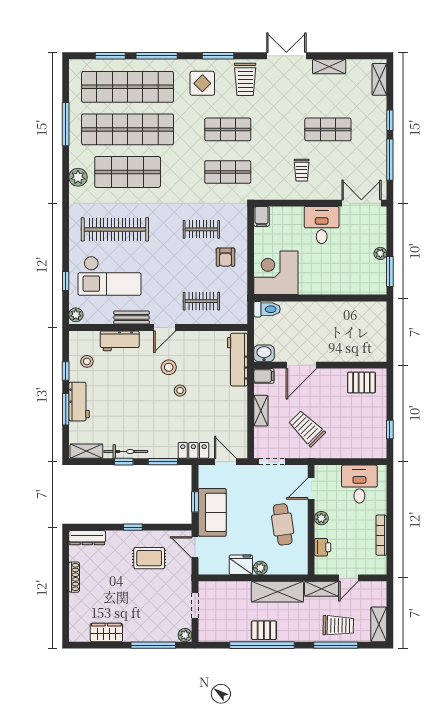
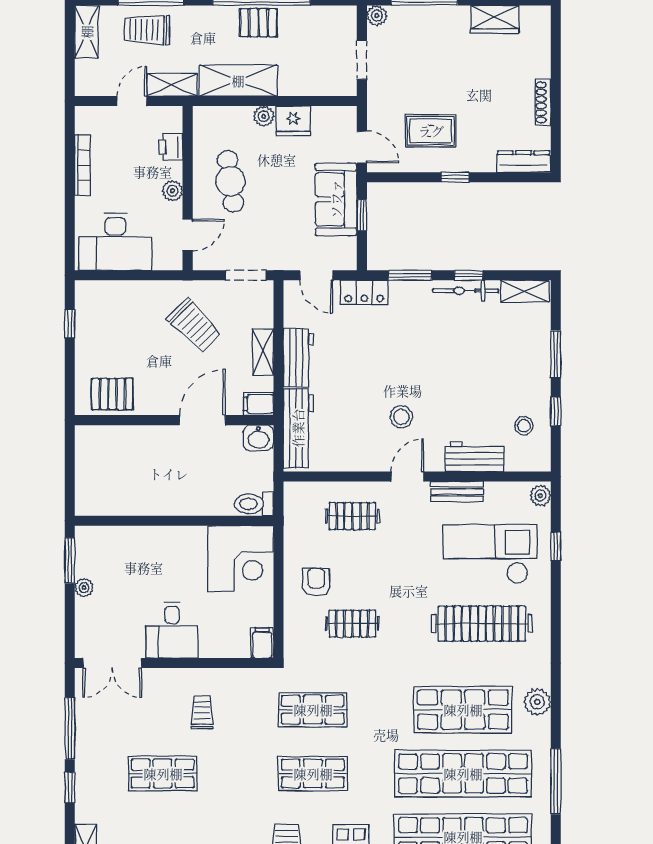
stool: (180, 391) -> (384, 382), removed
workbench: (79, 402) -> (298, 358), moved, turned 180
desk: (359, 484) -> (115, 242), width x1.37

